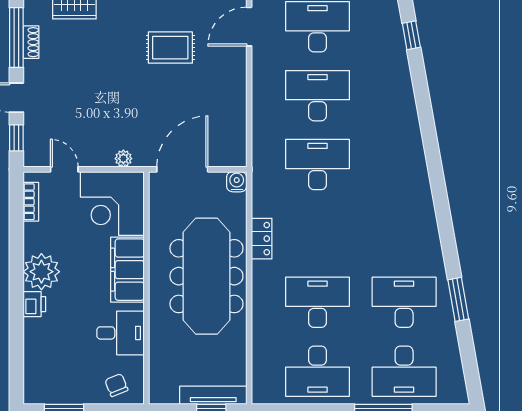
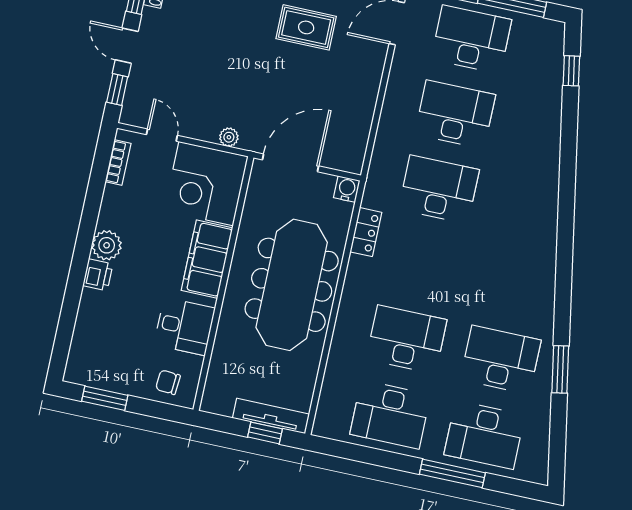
locker: (262, 239) -> (366, 232), moved
plant: (41, 272) -> (107, 245), width x0.73, depth x0.73
chair: (116, 385) -> (168, 382), turned -64

